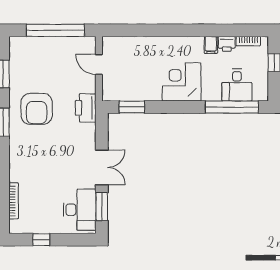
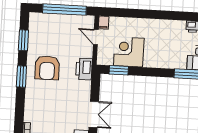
filing cabinet: (211, 45) -> (104, 23), moved
corner desk: (182, 82) -> (129, 52), moved

